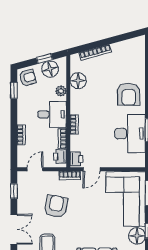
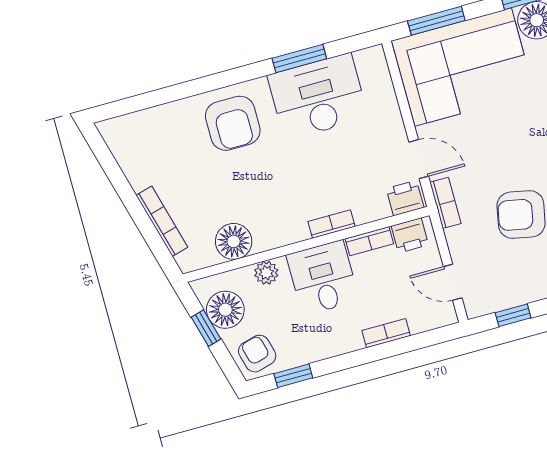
armchair: (129, 94) -> (233, 123), turned 90

